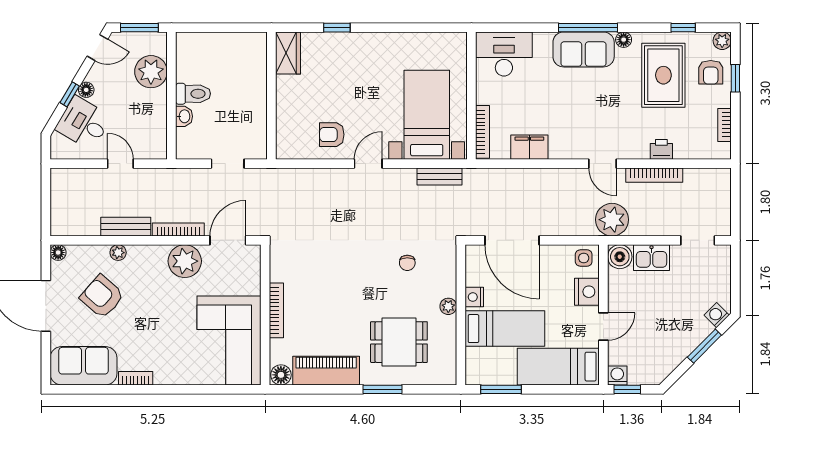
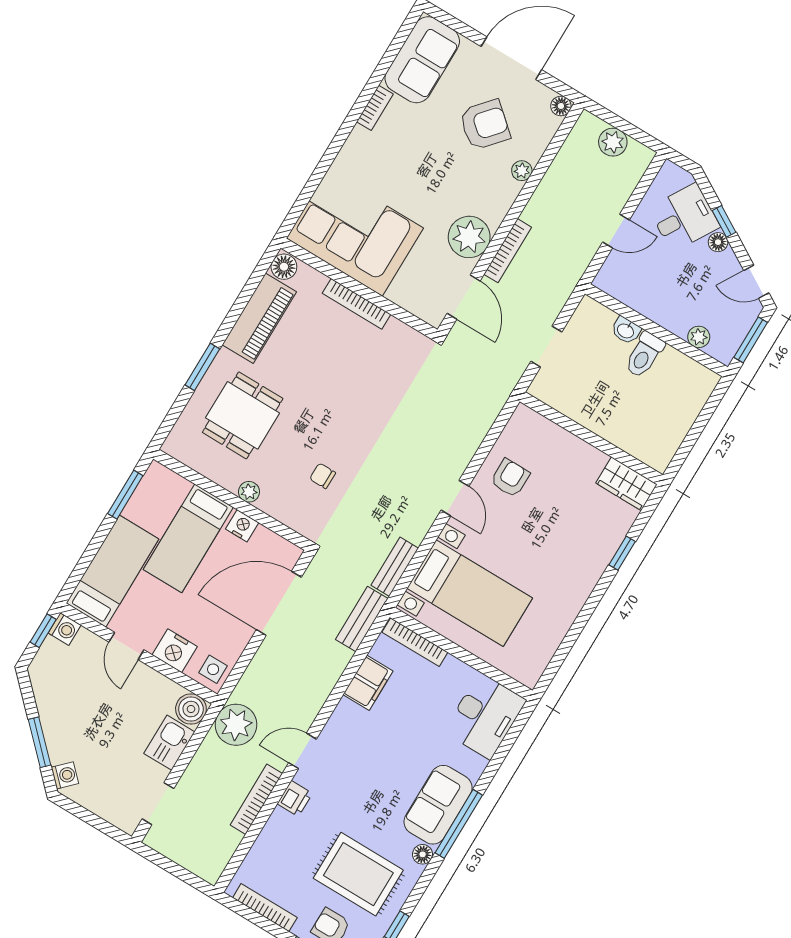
door: (97, 48) -> (756, 282), hinge flipped
plant: (151, 72) -> (699, 337), width x0.53, depth x0.53
bookcase: (724, 125) -> (265, 908), width x1.56
printer: (661, 149) -> (295, 798), moved
plant: (61, 202) -> (613, 142), added
bench: (126, 227) -> (362, 619), moved

